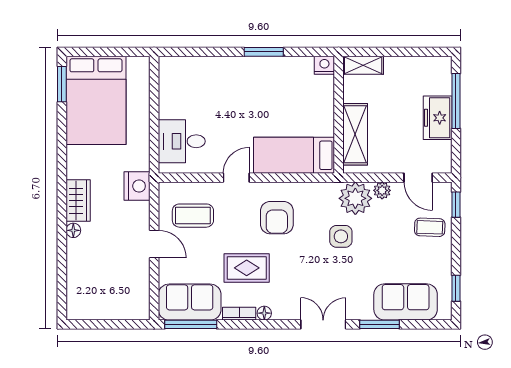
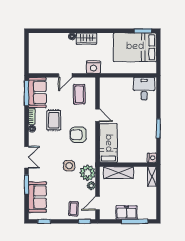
desk: (182, 141) -> (144, 89), moved

